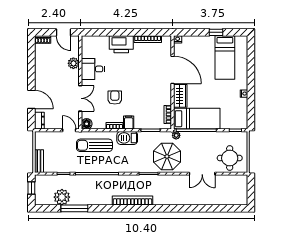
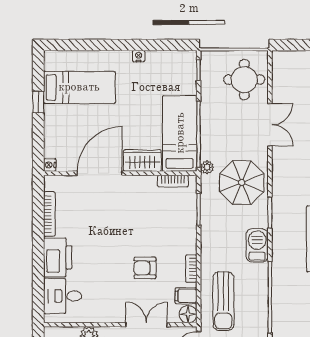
desk: (93, 69) -> (63, 296), moved, turned 90
filing cabinet: (129, 122) -> (186, 296), moved
barbecue: (127, 138) -> (257, 245), moved, turned 180

